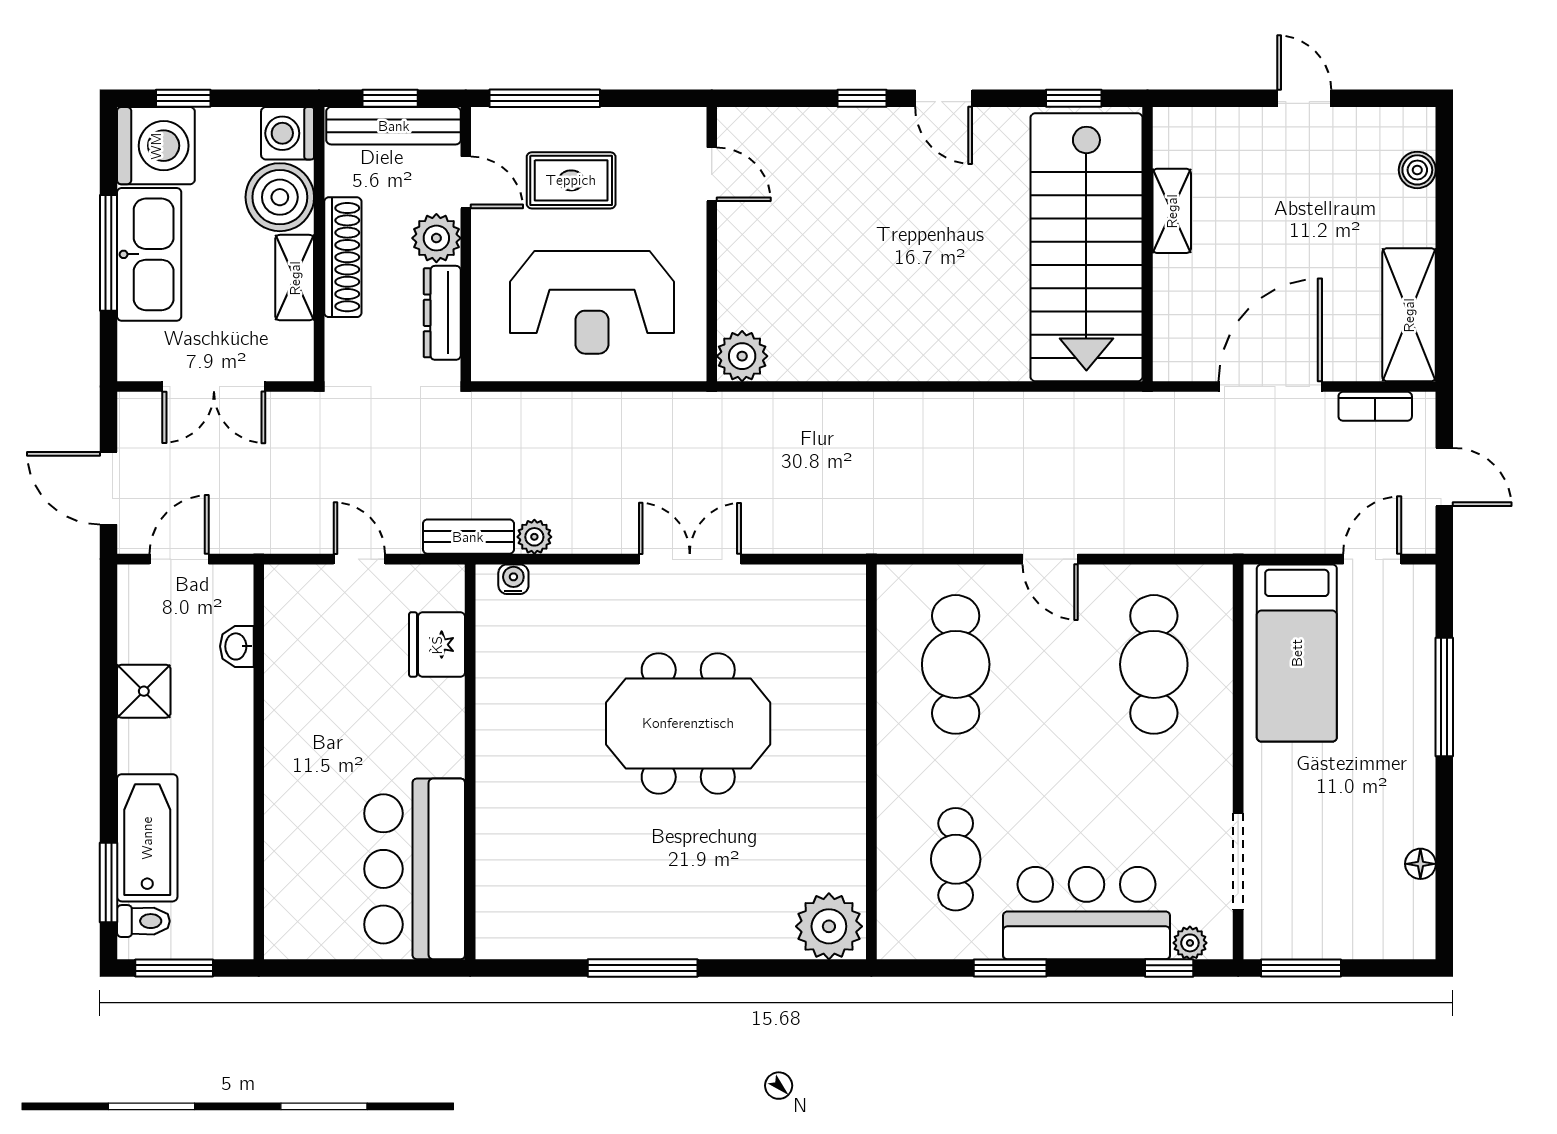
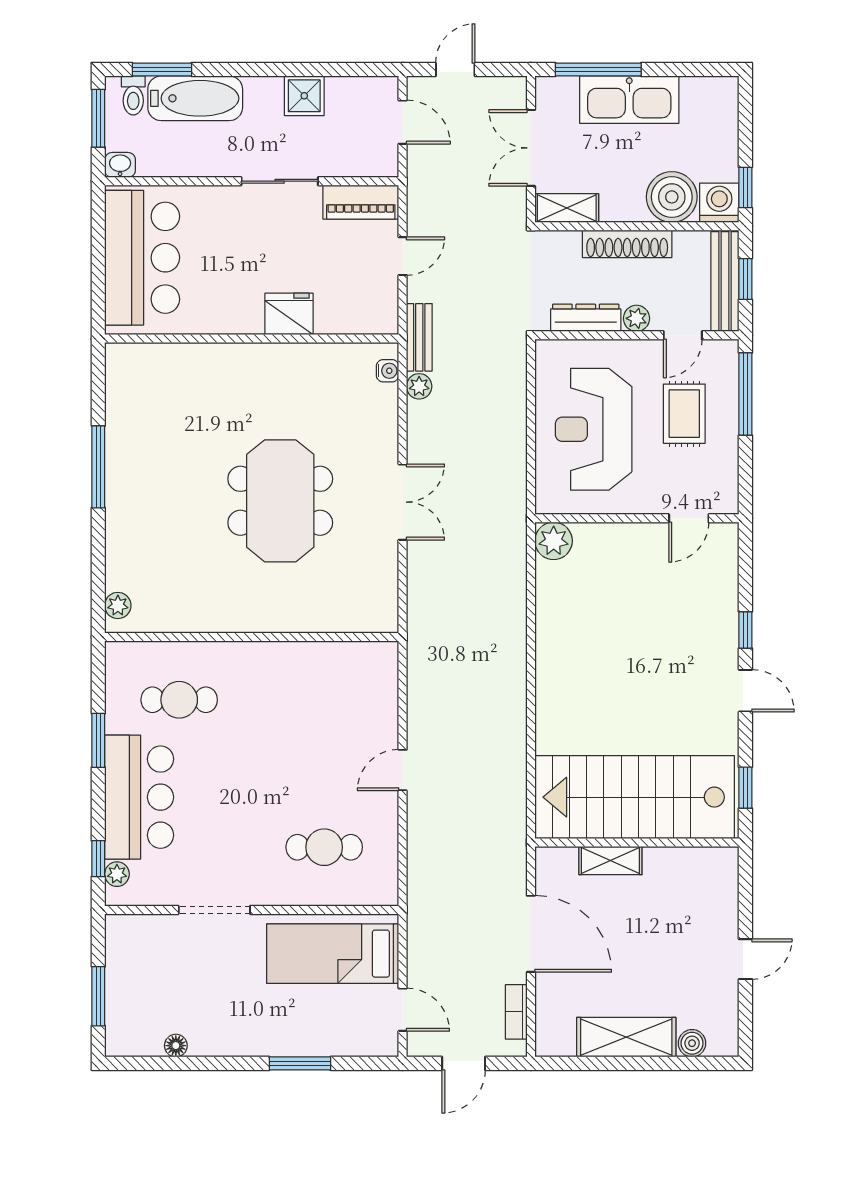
window: (183, 98) -> (745, 188), moved
door: (944, 98) -> (745, 691), swing flipped
washing machine: (156, 146) -> (710, 105), removed
shelving: (1172, 211) -> (610, 861), moved
plant: (436, 238) -> (636, 318), width x0.73, depth x0.73
window: (109, 253) -> (598, 70), moved
shelving: (295, 278) -> (567, 208), moved
shelving: (1409, 315) -> (626, 1037), moved
door: (109, 488) -> (455, 70), width x0.73
piano: (287, 615) -> (361, 202), added
fridge: (437, 645) -> (289, 314), moved
washbasin: (237, 646) -> (120, 165), moved
cafe table: (956, 664) -> (324, 700), removed
cafe table: (1154, 664) -> (324, 847), width x0.73, depth x0.74
window: (1444, 697) -> (300, 1063), width x0.69
sliding door: (259, 724) -> (280, 181), added
doorway: (1238, 862) -> (214, 910), moved
bar counter: (415, 869) -> (142, 258), moved, turned 90
plant: (829, 926) -> (118, 605), width x0.53, depth x0.53
window: (1301, 968) -> (98, 996), moved

